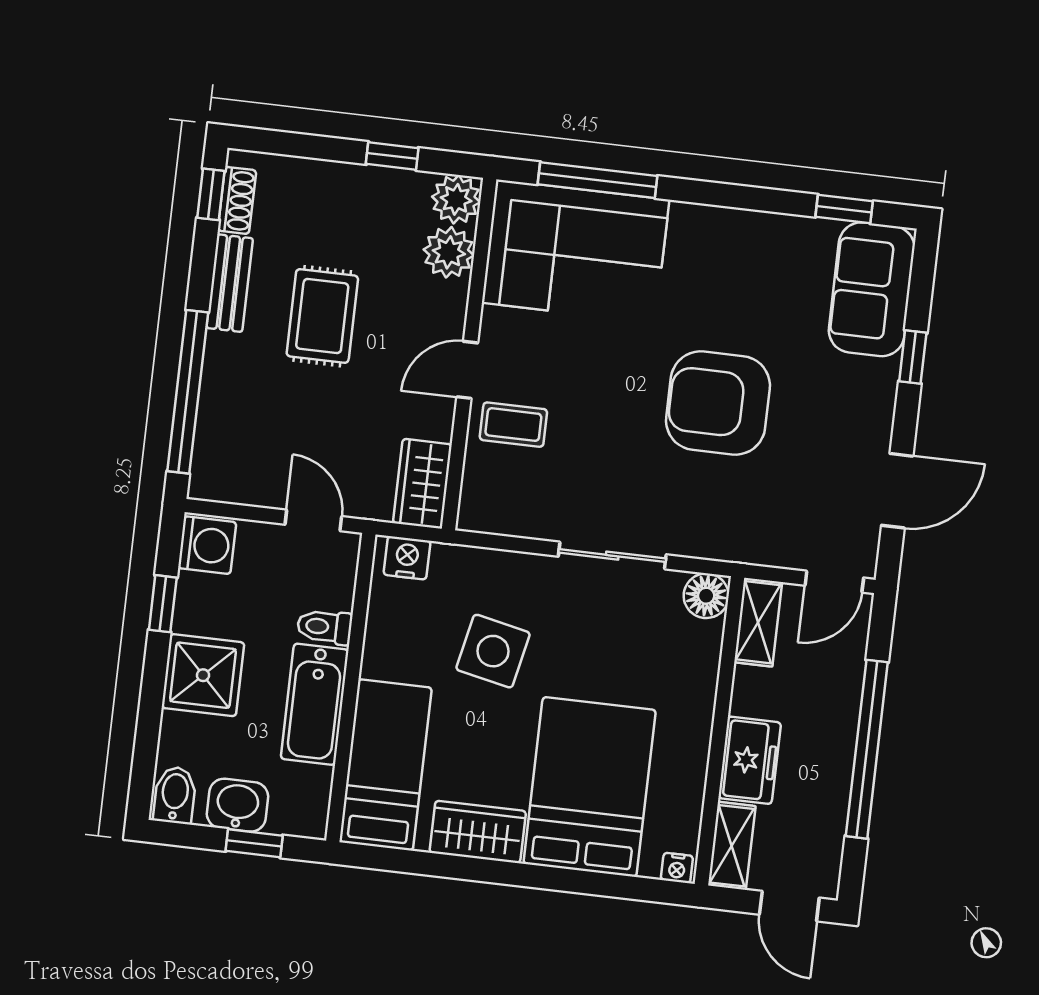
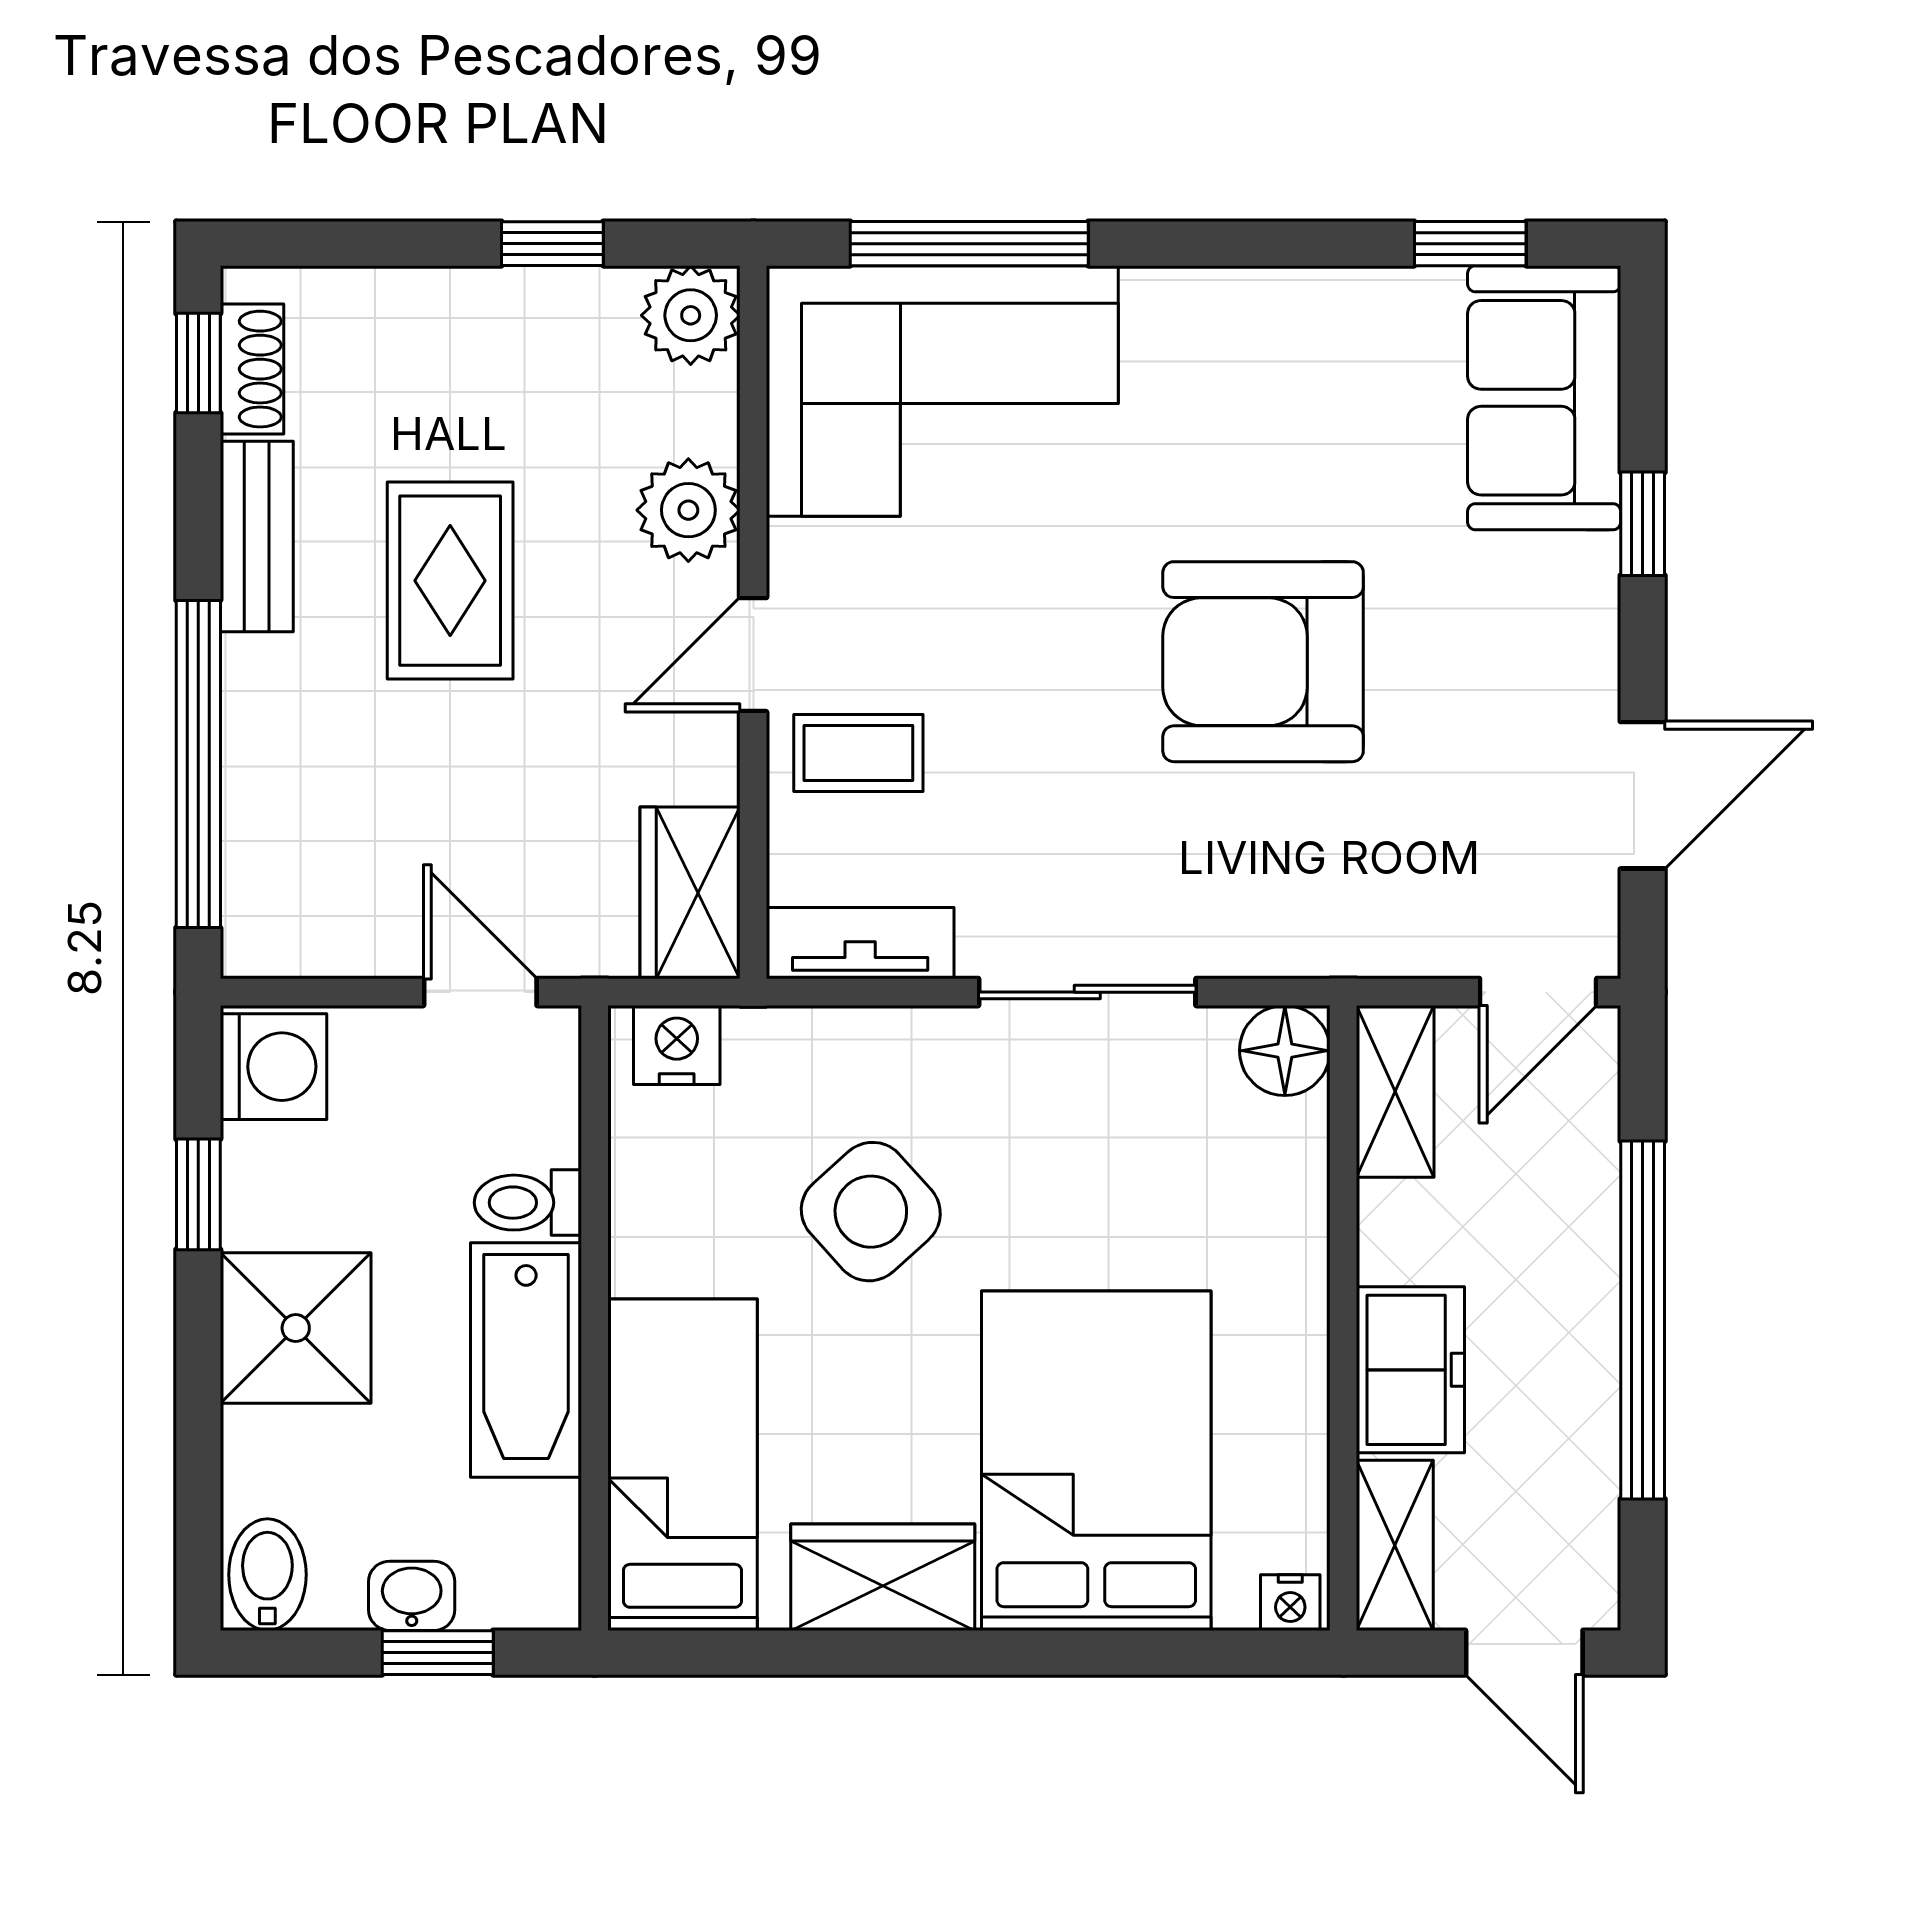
plant: (449, 252) -> (688, 510), moved
tv unit: (503, 518) -> (860, 943), added
side table: (493, 651) -> (871, 1212), turned 36
washbasin: (237, 805) -> (412, 1596), width x0.72, depth x0.69

